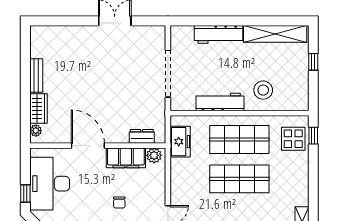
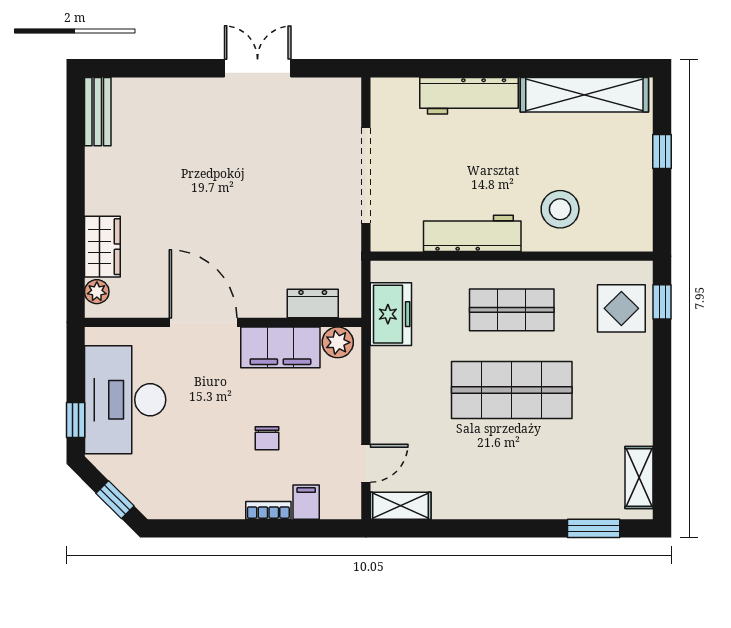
bench: (36, 75) -> (98, 112), moved
shop shelf: (239, 139) -> (512, 310), width x0.70, depth x0.74

